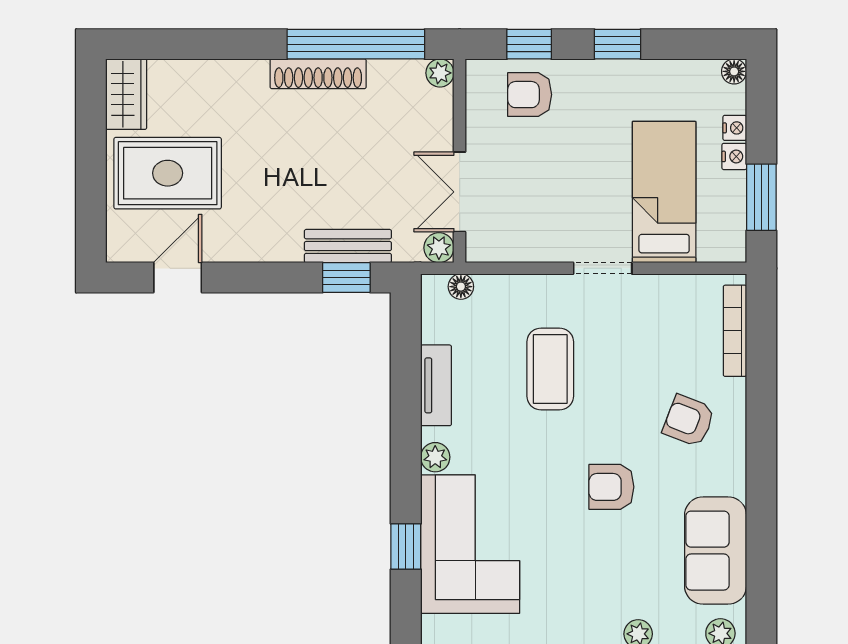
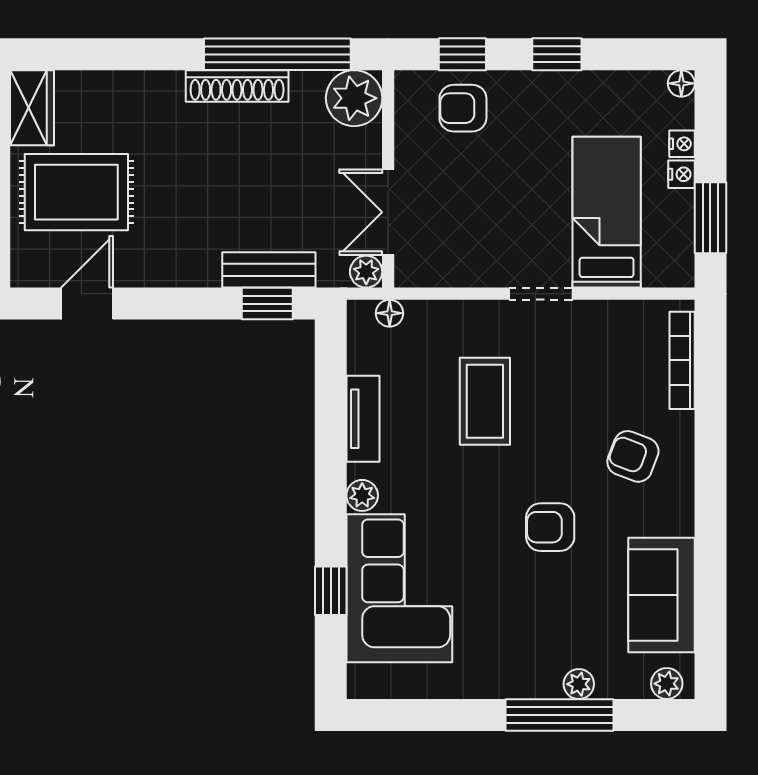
plant: (440, 73) -> (354, 98), width x1.88, depth x1.88

